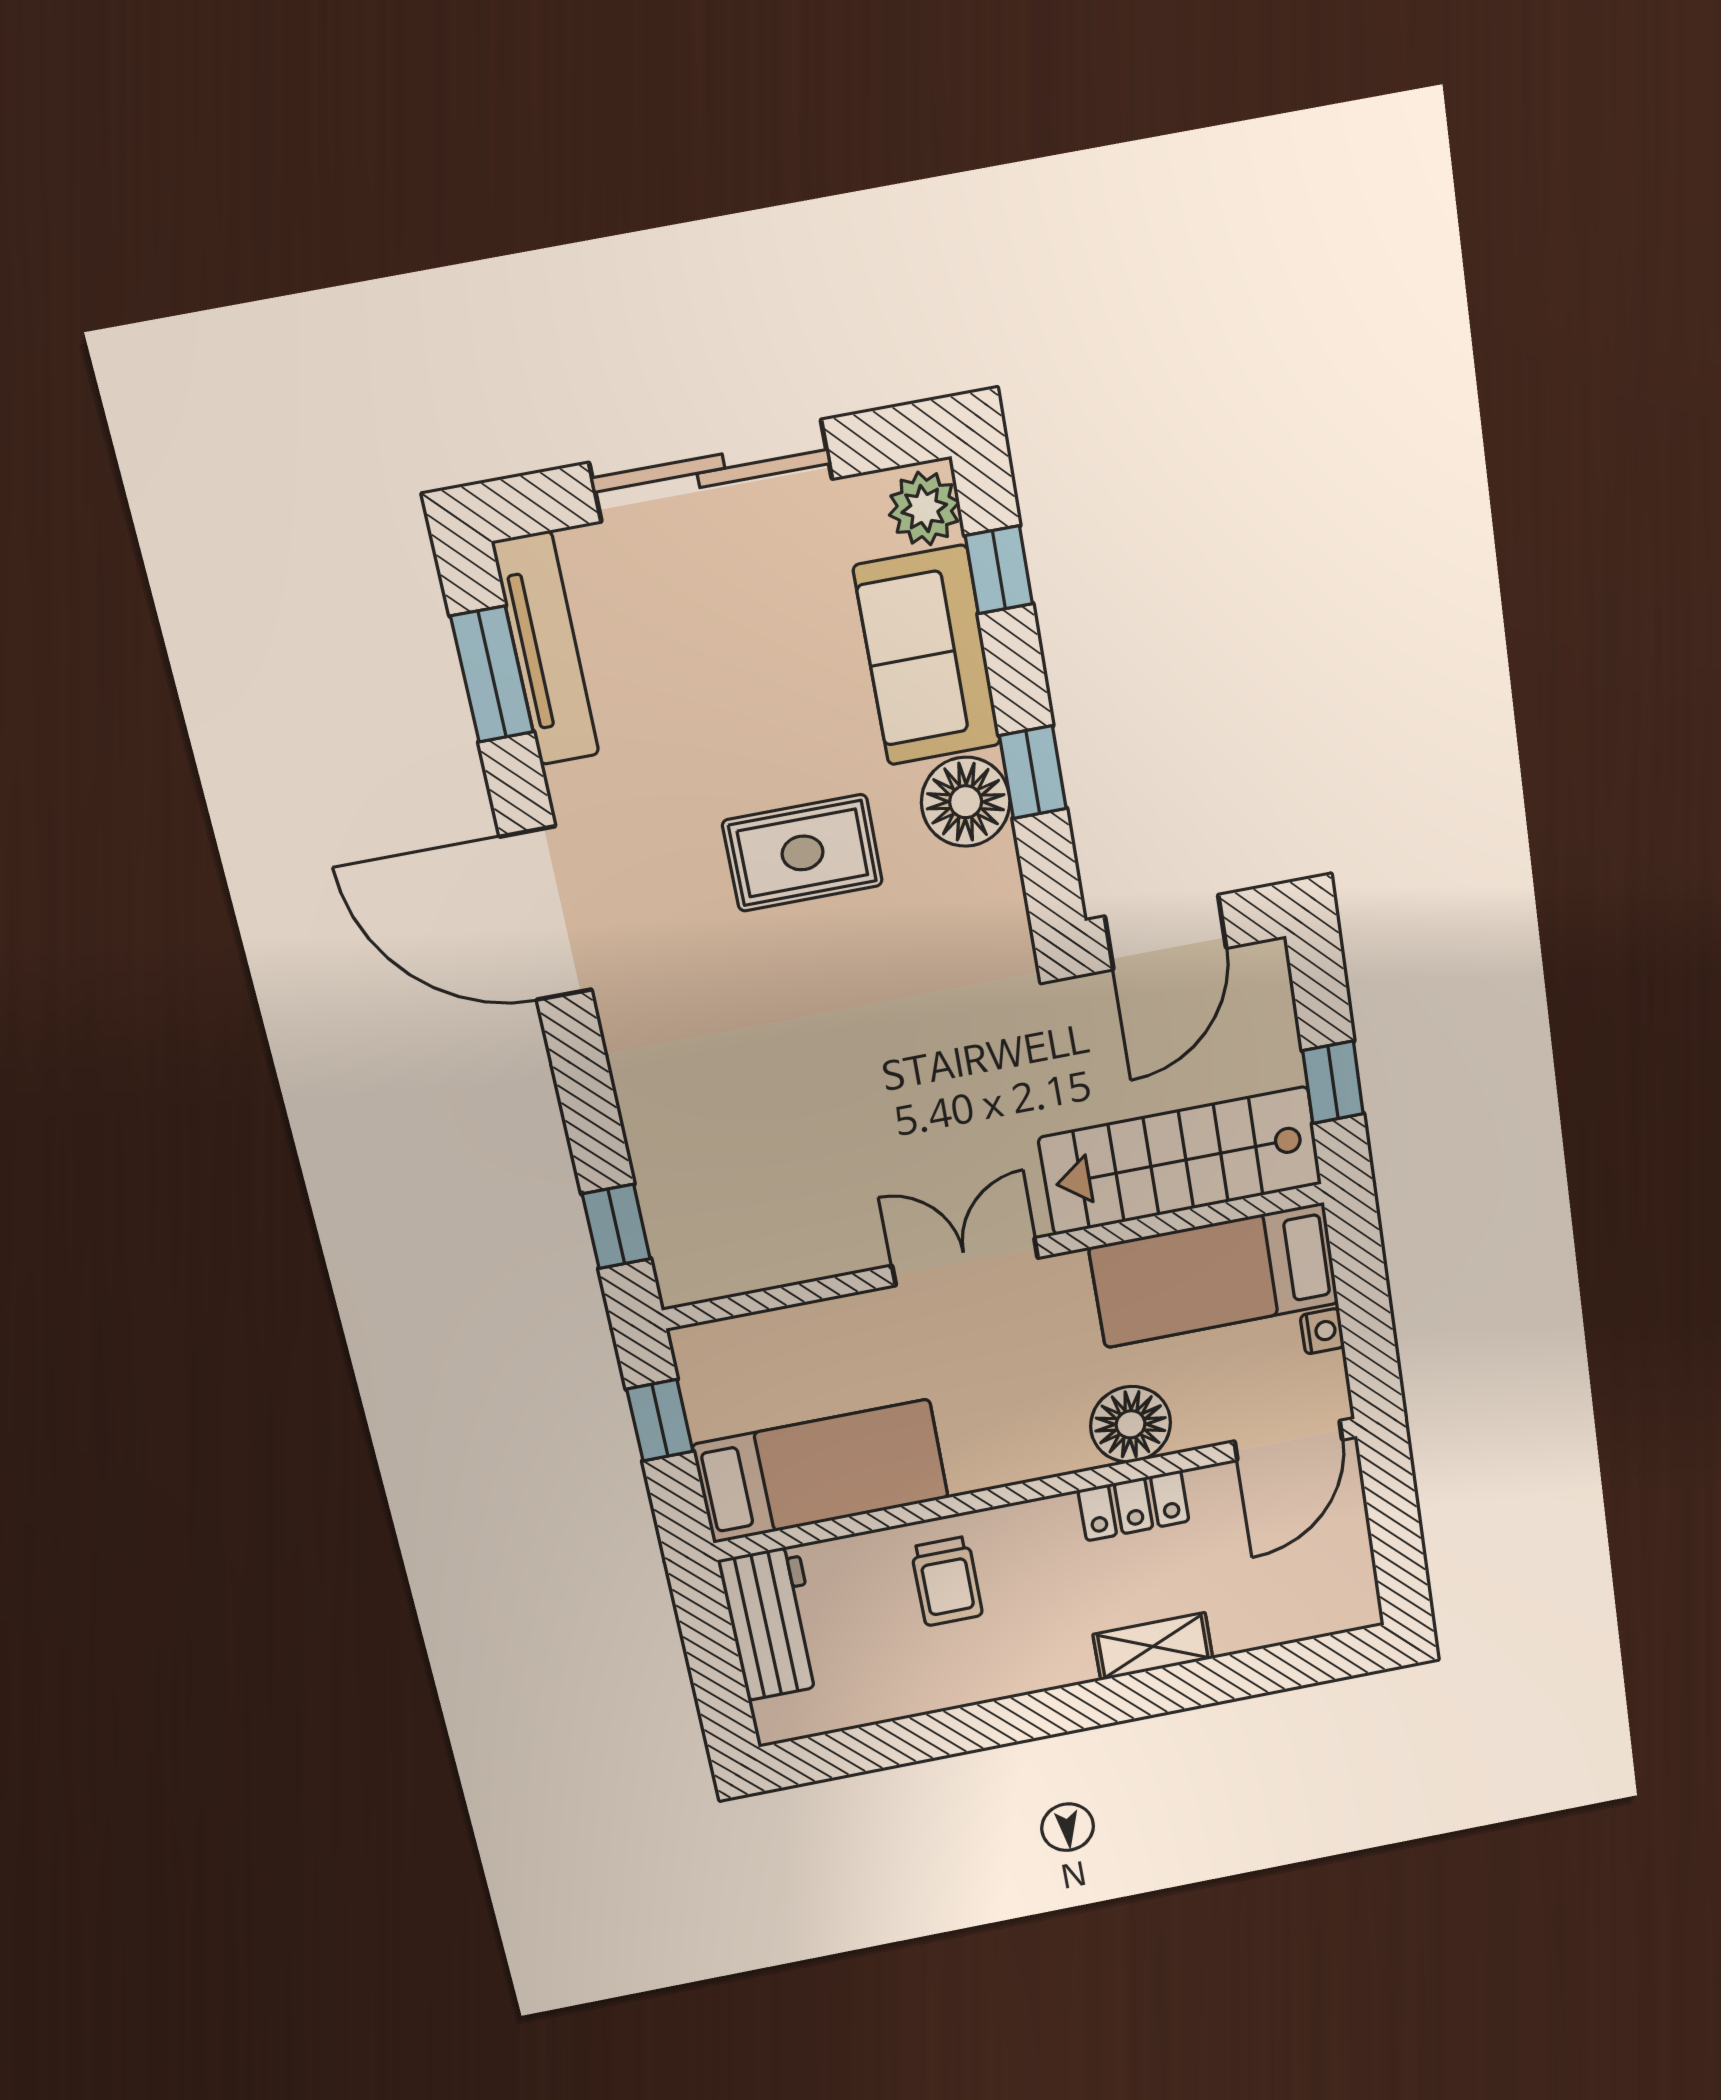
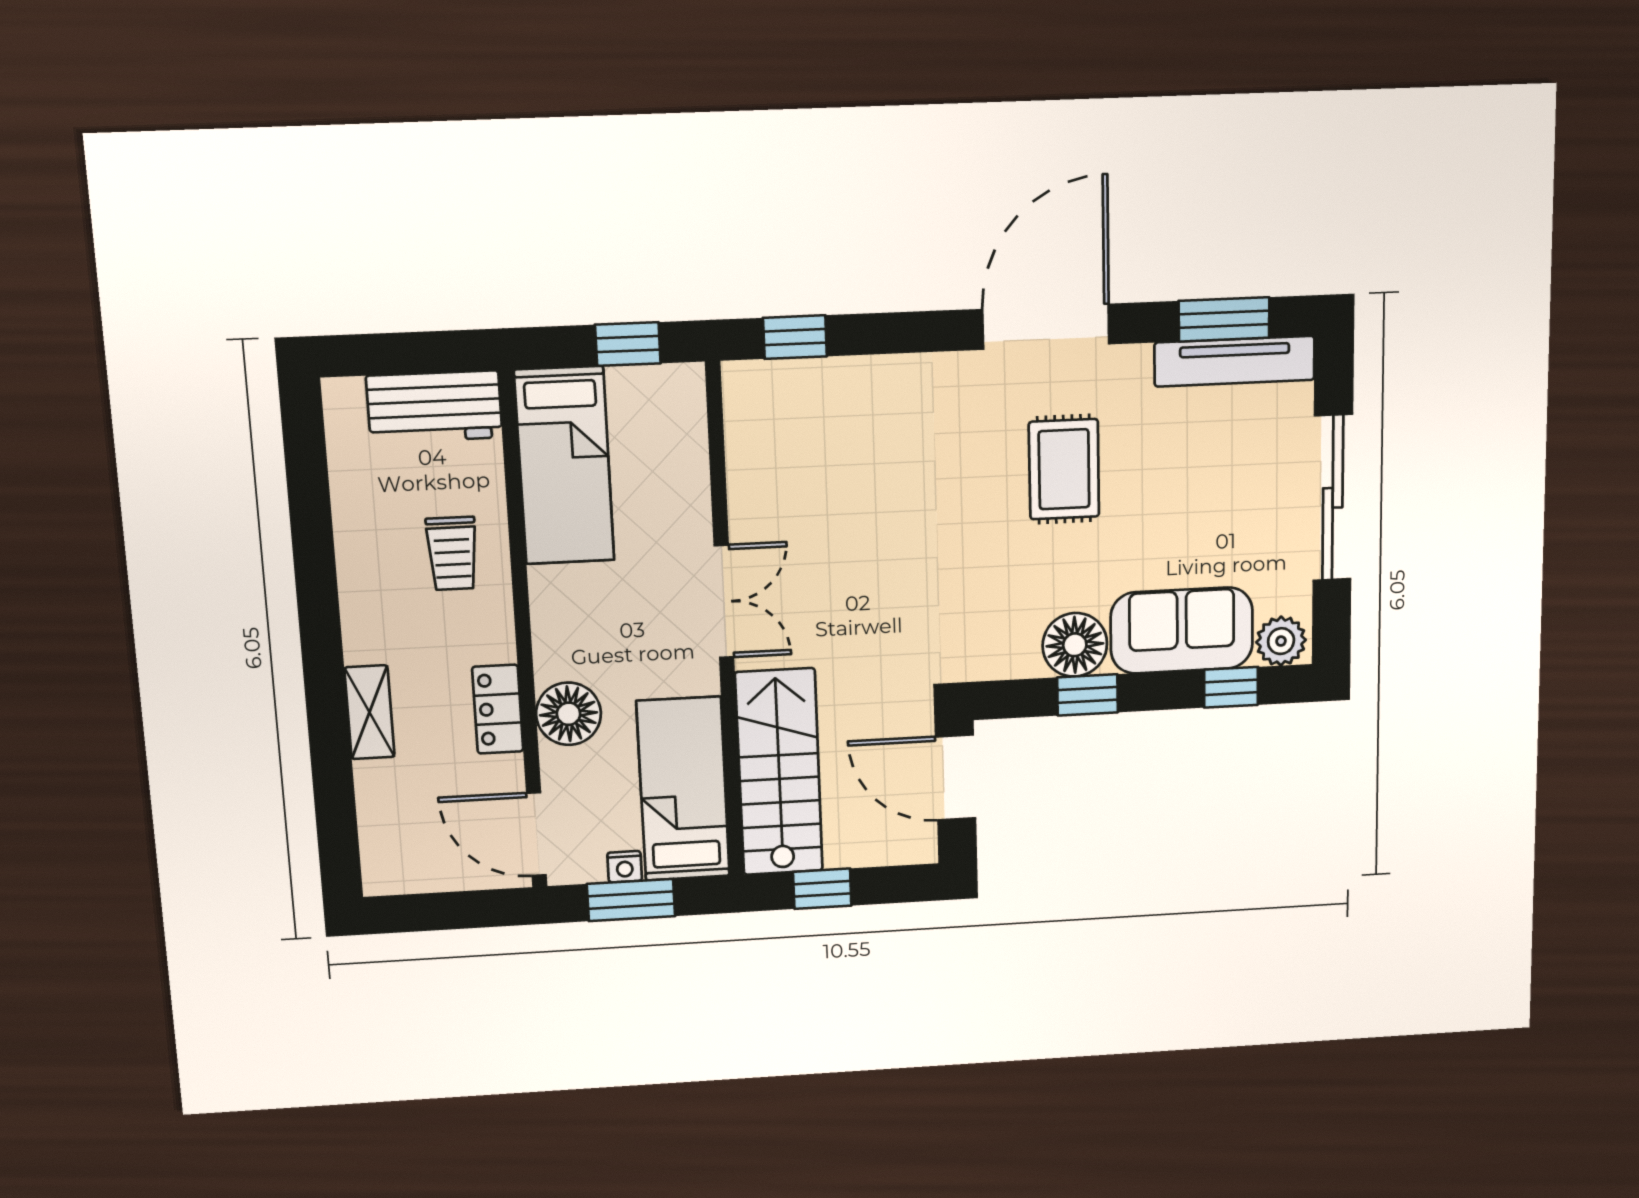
rug: (803, 853) -> (1064, 469), moved
window: (1366, 1317) -> (631, 900), added
trolley: (947, 1581) -> (452, 553), turned -90

